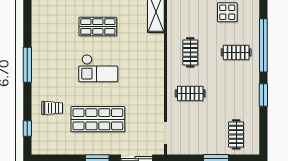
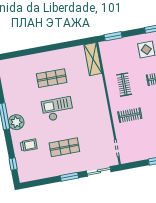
checkout: (98, 68) -> (58, 109), turned 180
plant: (41, 75) -> (16, 122), added
shop shelf: (98, 119) -> (64, 147), width x0.70, depth x0.74

